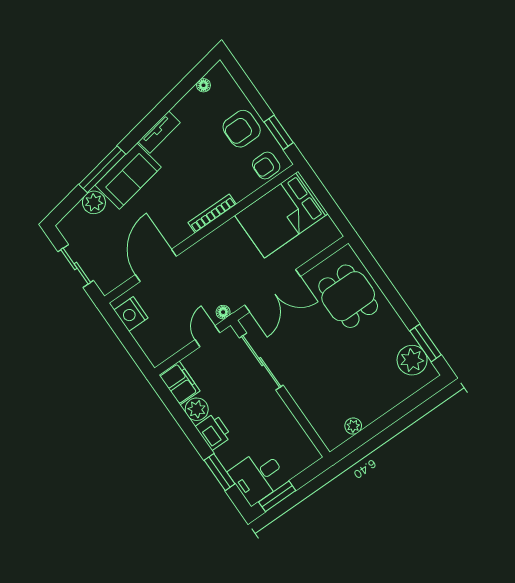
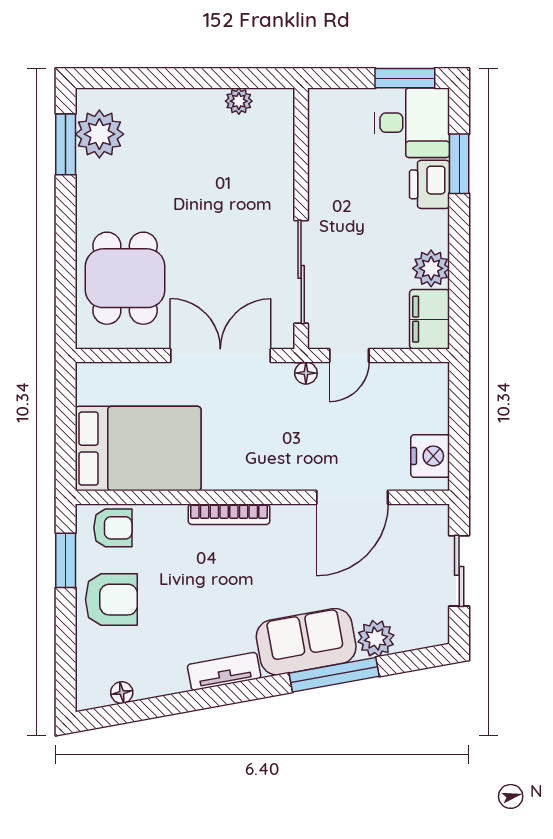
printer: (213, 432) -> (430, 184), moved

